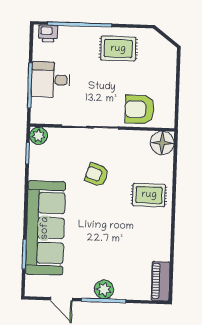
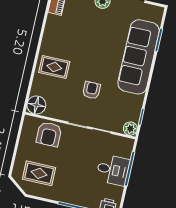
rug: (118, 49) -> (39, 173), moved
armchair: (139, 109) -> (49, 134), turned 90
armchair: (97, 175) -> (91, 90), turned -108

